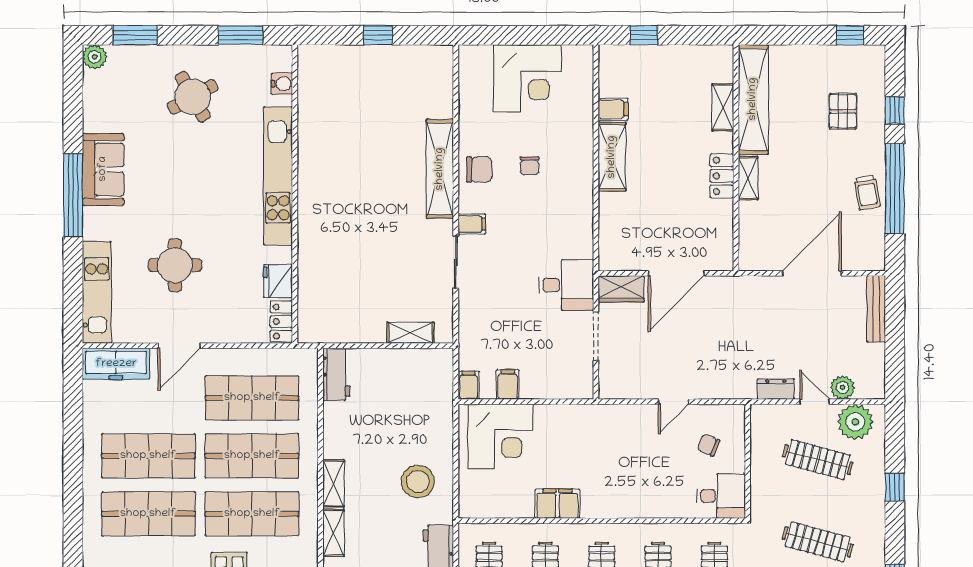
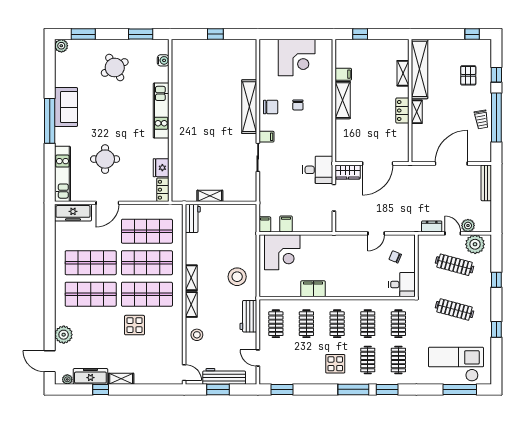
kitchen unit: (278, 176) -> (161, 111), width x0.73
shelving: (411, 333) -> (210, 196), moved

